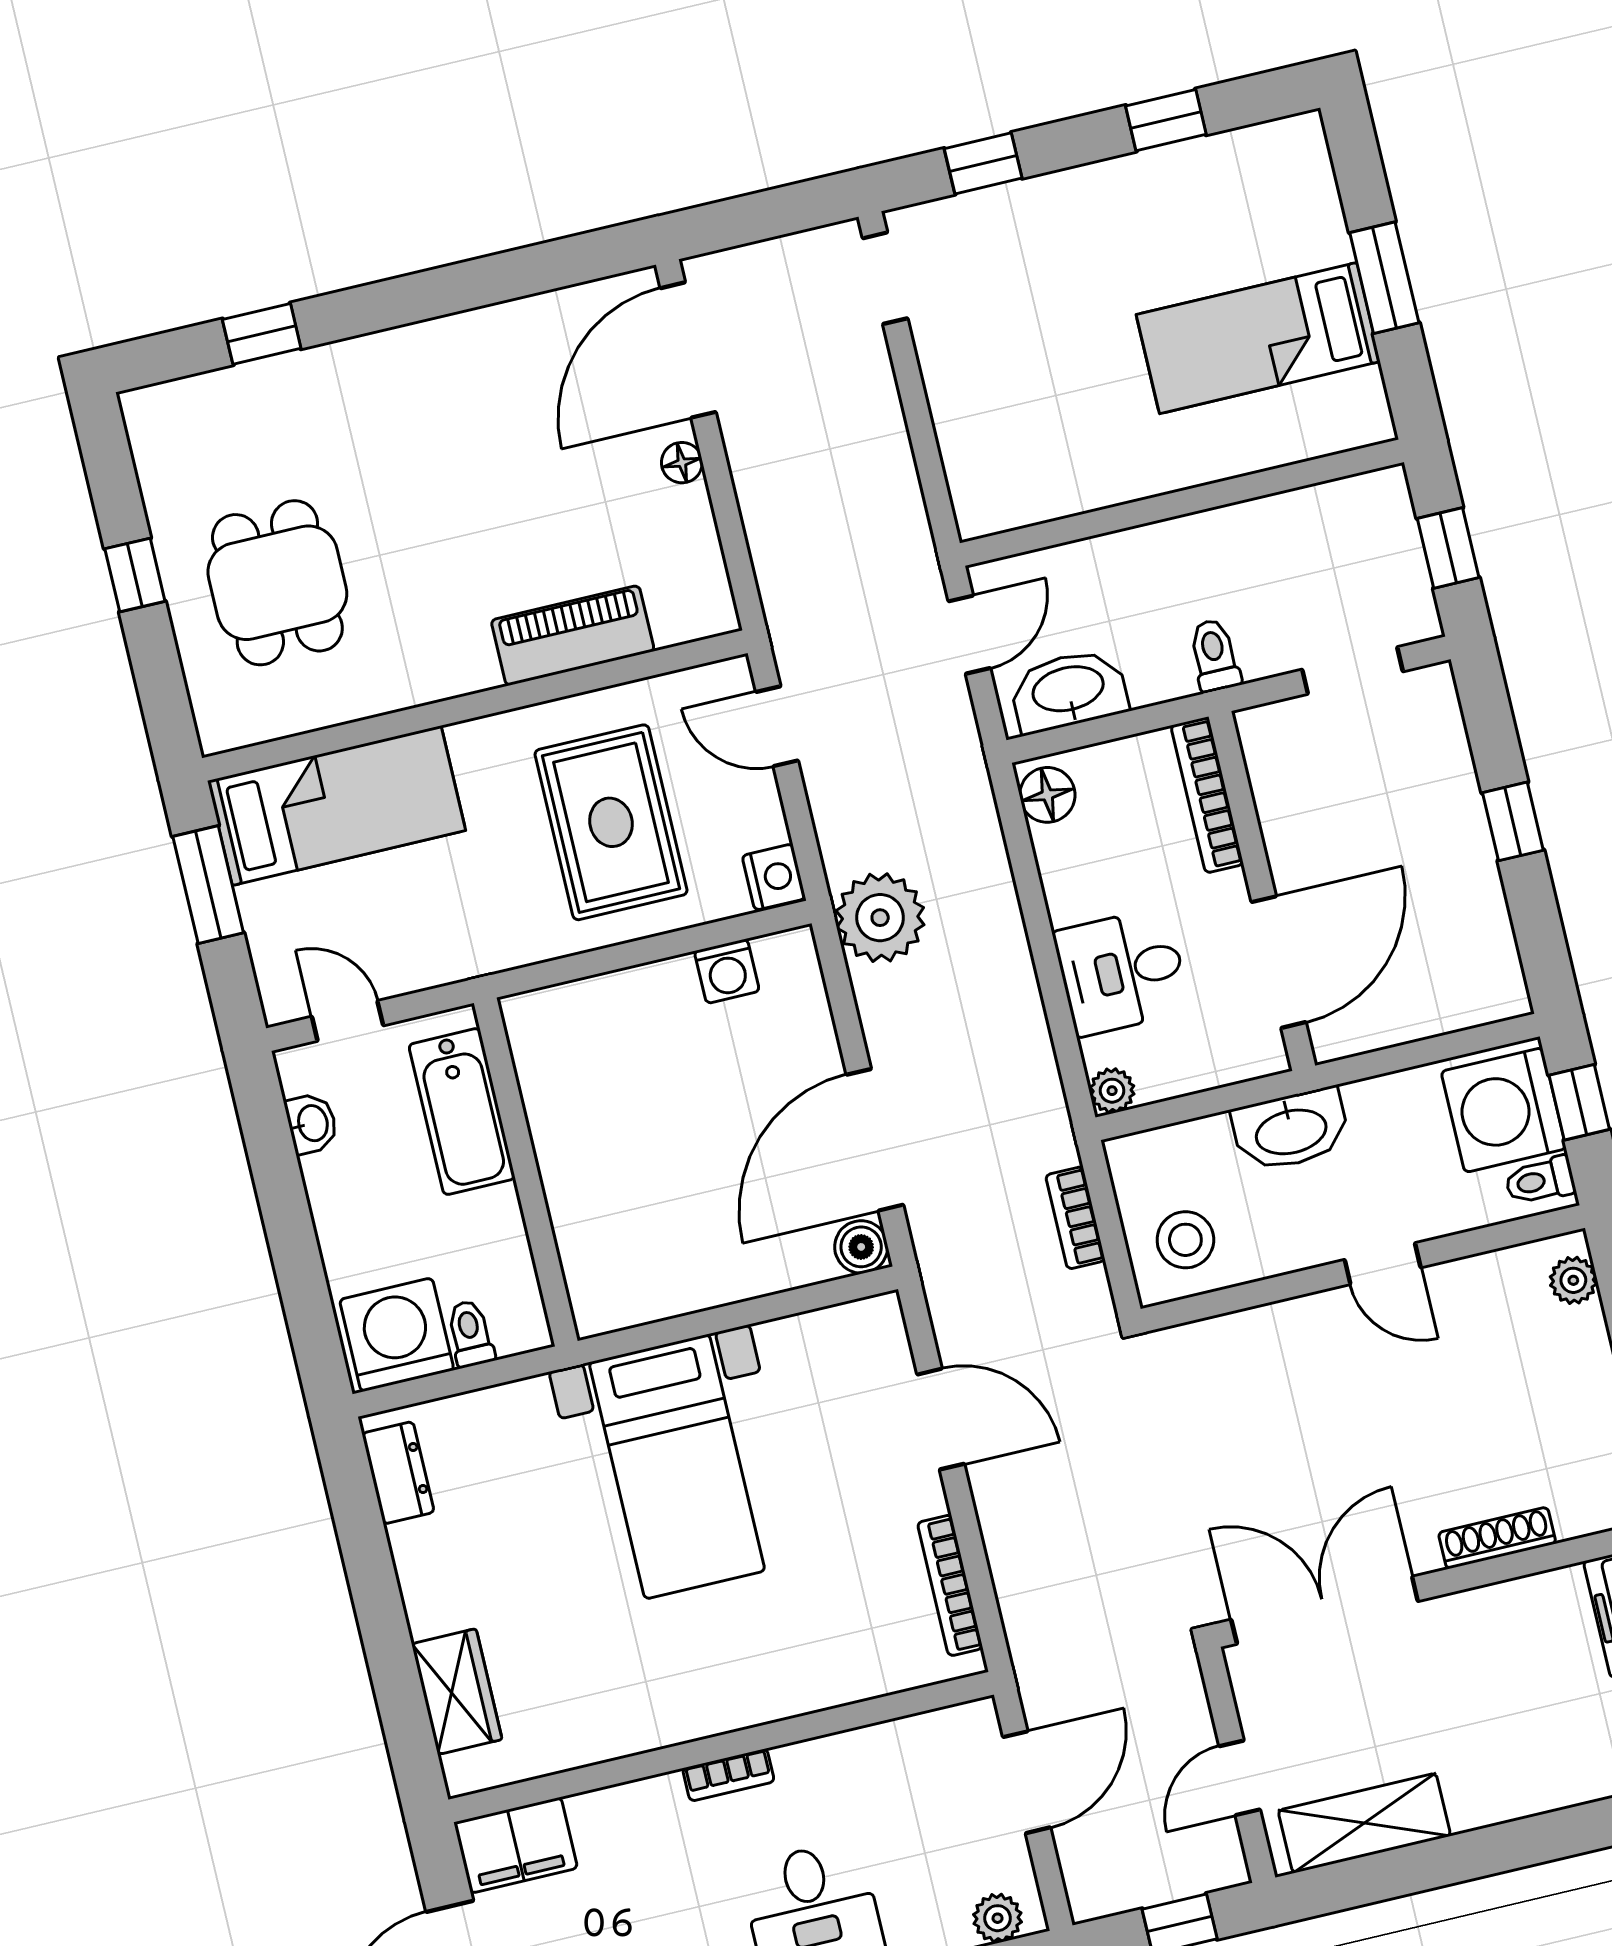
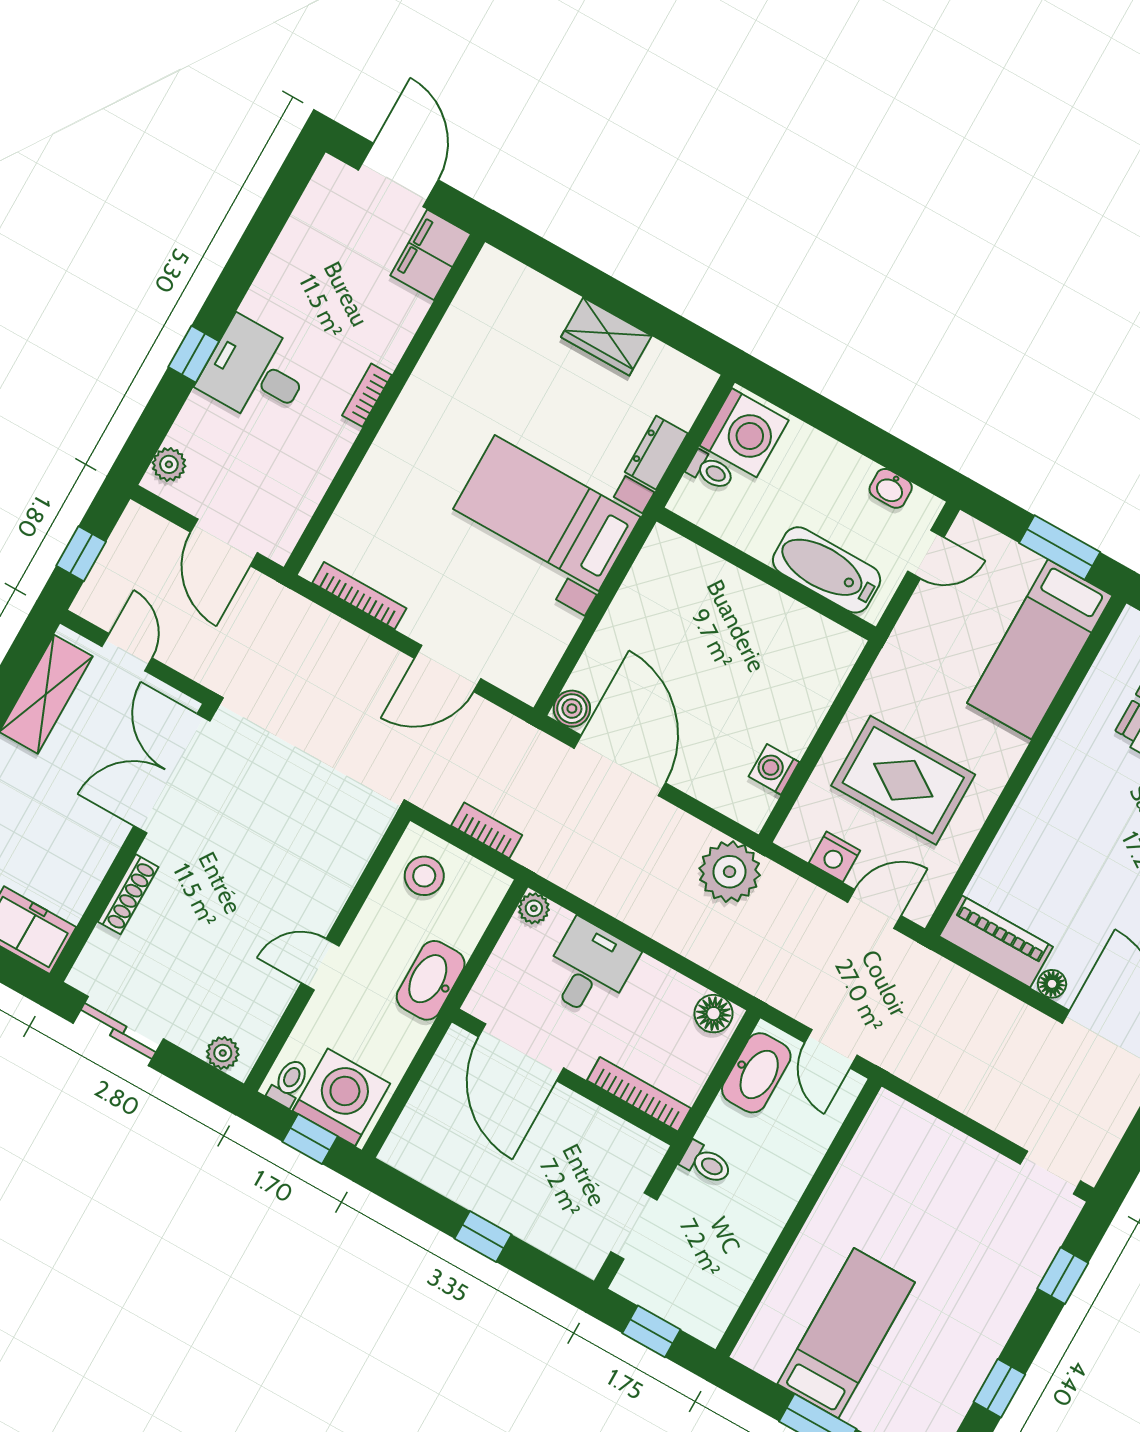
piano: (573, 636) -> (996, 941), moved, turned -90
nightstand: (774, 877) -> (835, 857), moved
dresser: (398, 1473) -> (656, 453), moved, turned 90
double door: (1325, 1610) -> (172, 773), swing flipped
wardrobe: (457, 1692) -> (606, 336), moved

